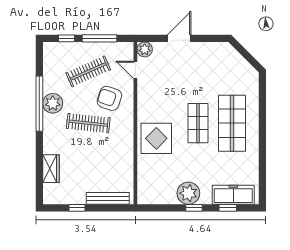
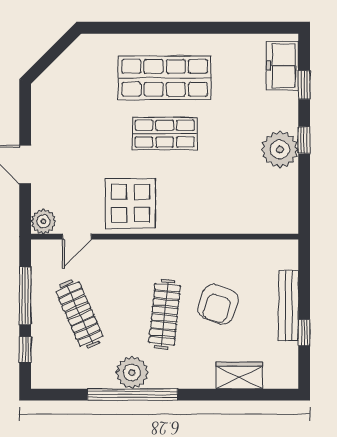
armchair: (109, 98) -> (218, 304), moved
display table: (156, 138) -> (130, 203), moved
freezer: (233, 195) -> (282, 66), width x0.71
bench: (108, 198) -> (289, 306), moved

